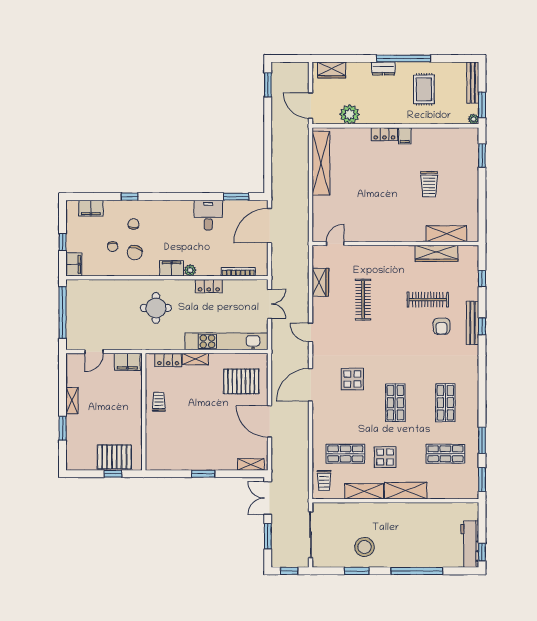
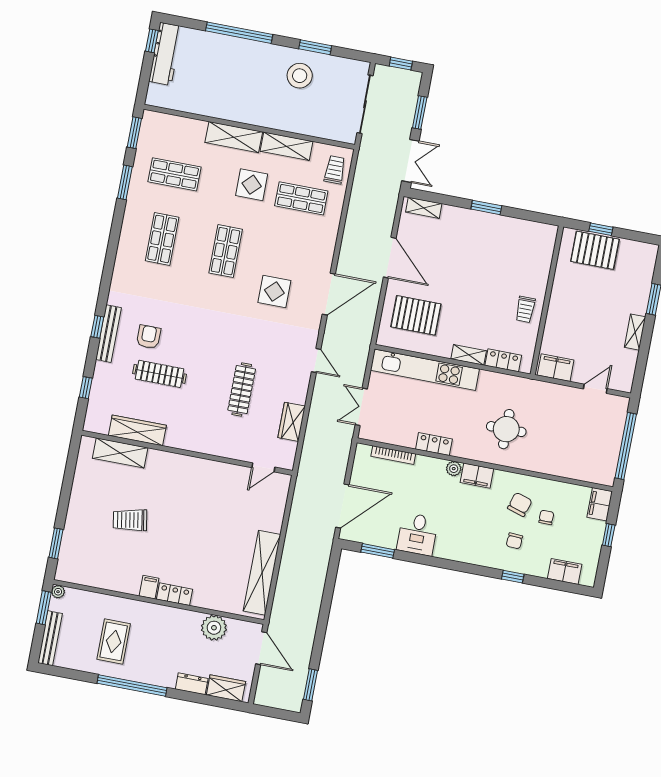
dresser: (383, 68) -> (192, 684), moved
trolley: (429, 184) -> (130, 520), turned -100

